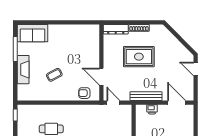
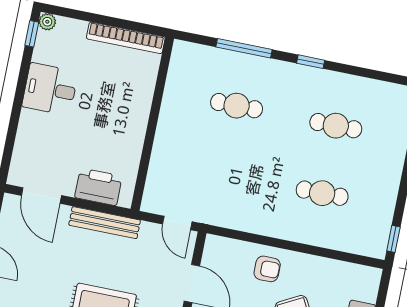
armchair: (84, 93) -> (267, 269), moved
printer: (152, 109) -> (98, 187), width x1.87, depth x1.48

